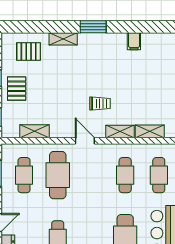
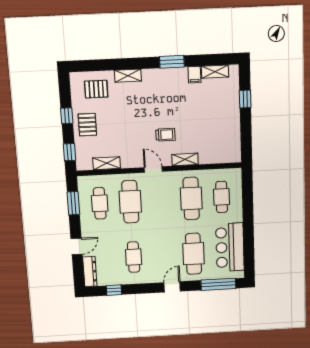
window: (93, 27) -> (172, 62), moved
shelving: (150, 131) -> (215, 72), moved
cafe table: (125, 175) -> (191, 198), width x1.37, depth x1.35

